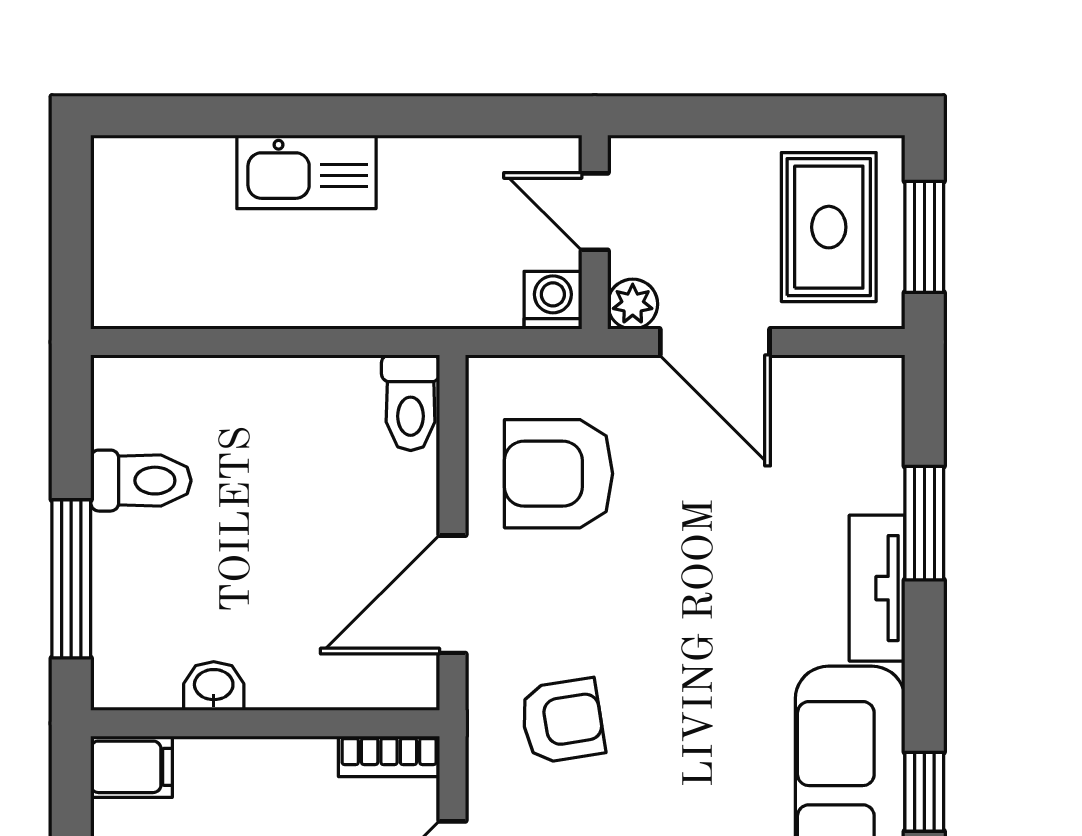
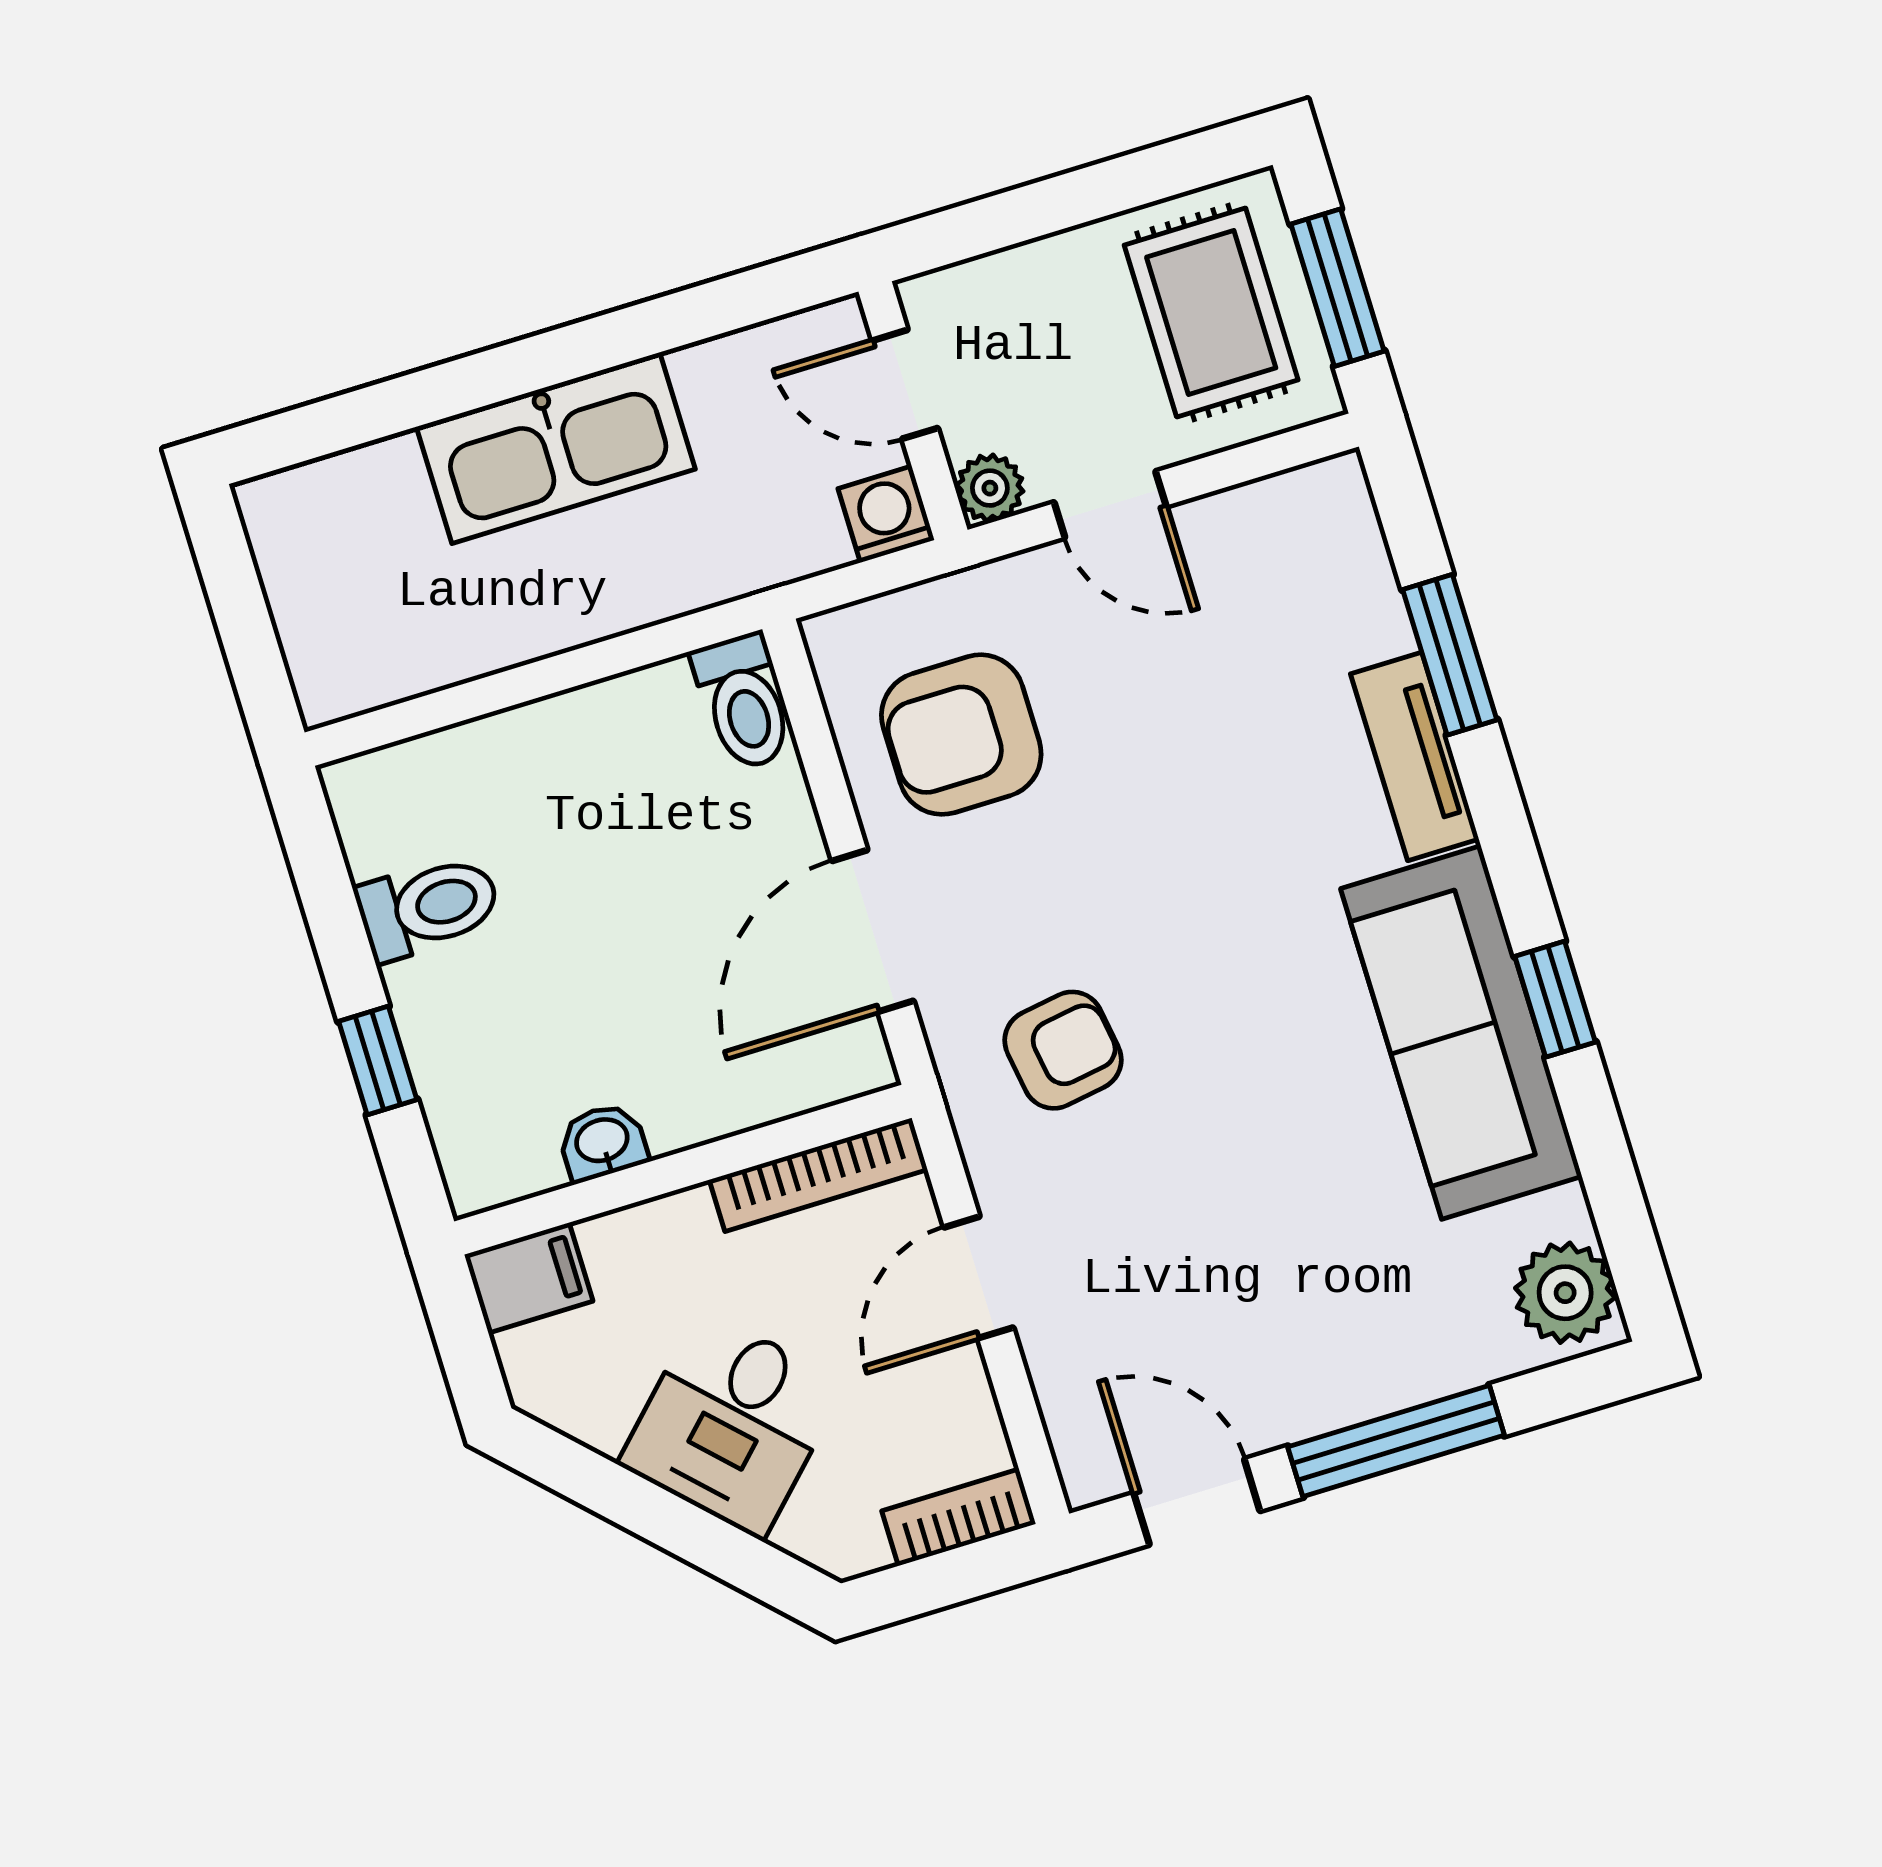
kitchen sink: (306, 172) -> (556, 448), width x1.36, depth x1.24
door: (715, 342) -> (1110, 504), width x0.73
window: (71, 579) -> (378, 1060), width x0.46
bookcase: (389, 756) -> (818, 1175), width x1.56

